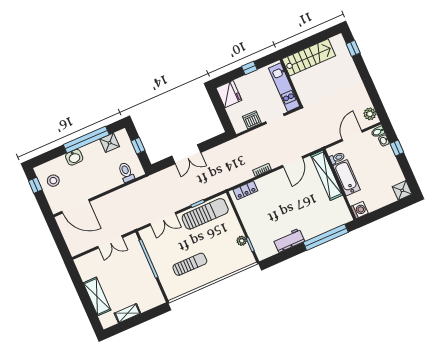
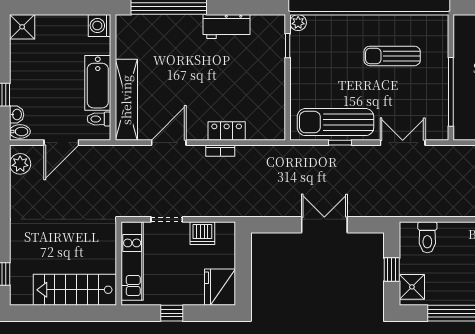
shower: (110, 143) -> (412, 287), moved
locker: (245, 190) -> (227, 131), moved
plant: (242, 241) -> (298, 23), moved

